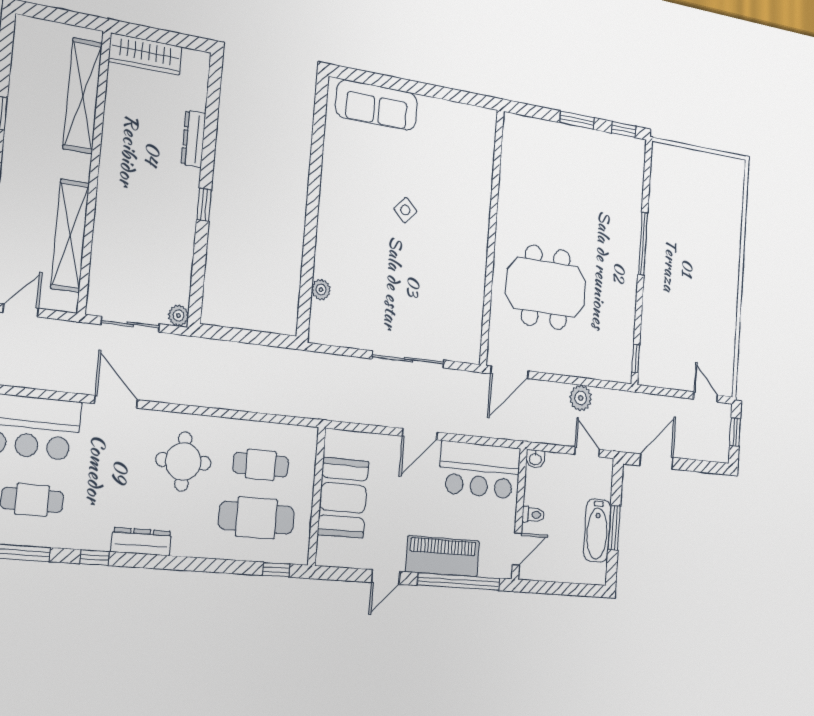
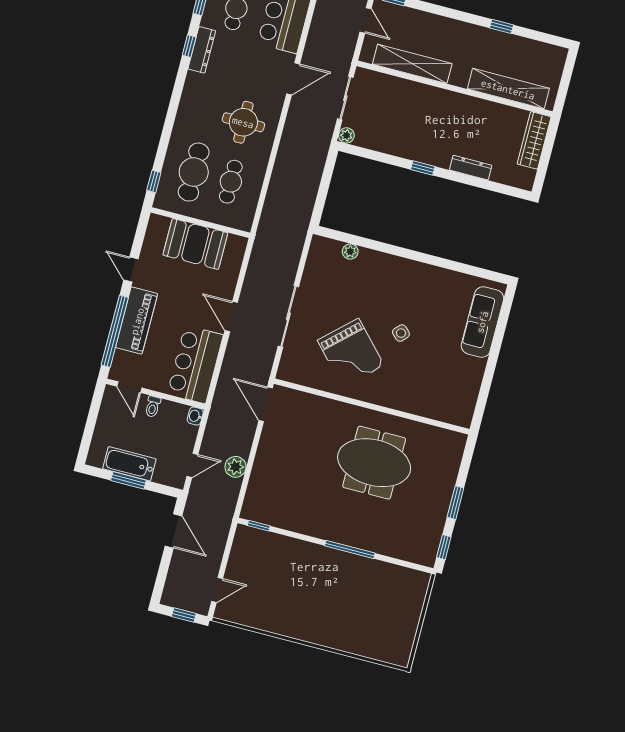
grand piano: (437, 272) -> (351, 353), added
meeting table: (546, 287) -> (374, 463), moved, turned 90
dresser: (141, 542) -> (202, 50), moved

